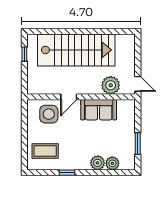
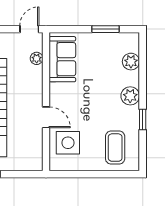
plant: (111, 85) -> (37, 58), width x0.53, depth x0.53
sofa: (99, 110) -> (62, 59), moved
plant: (98, 163) -> (130, 96), moved

